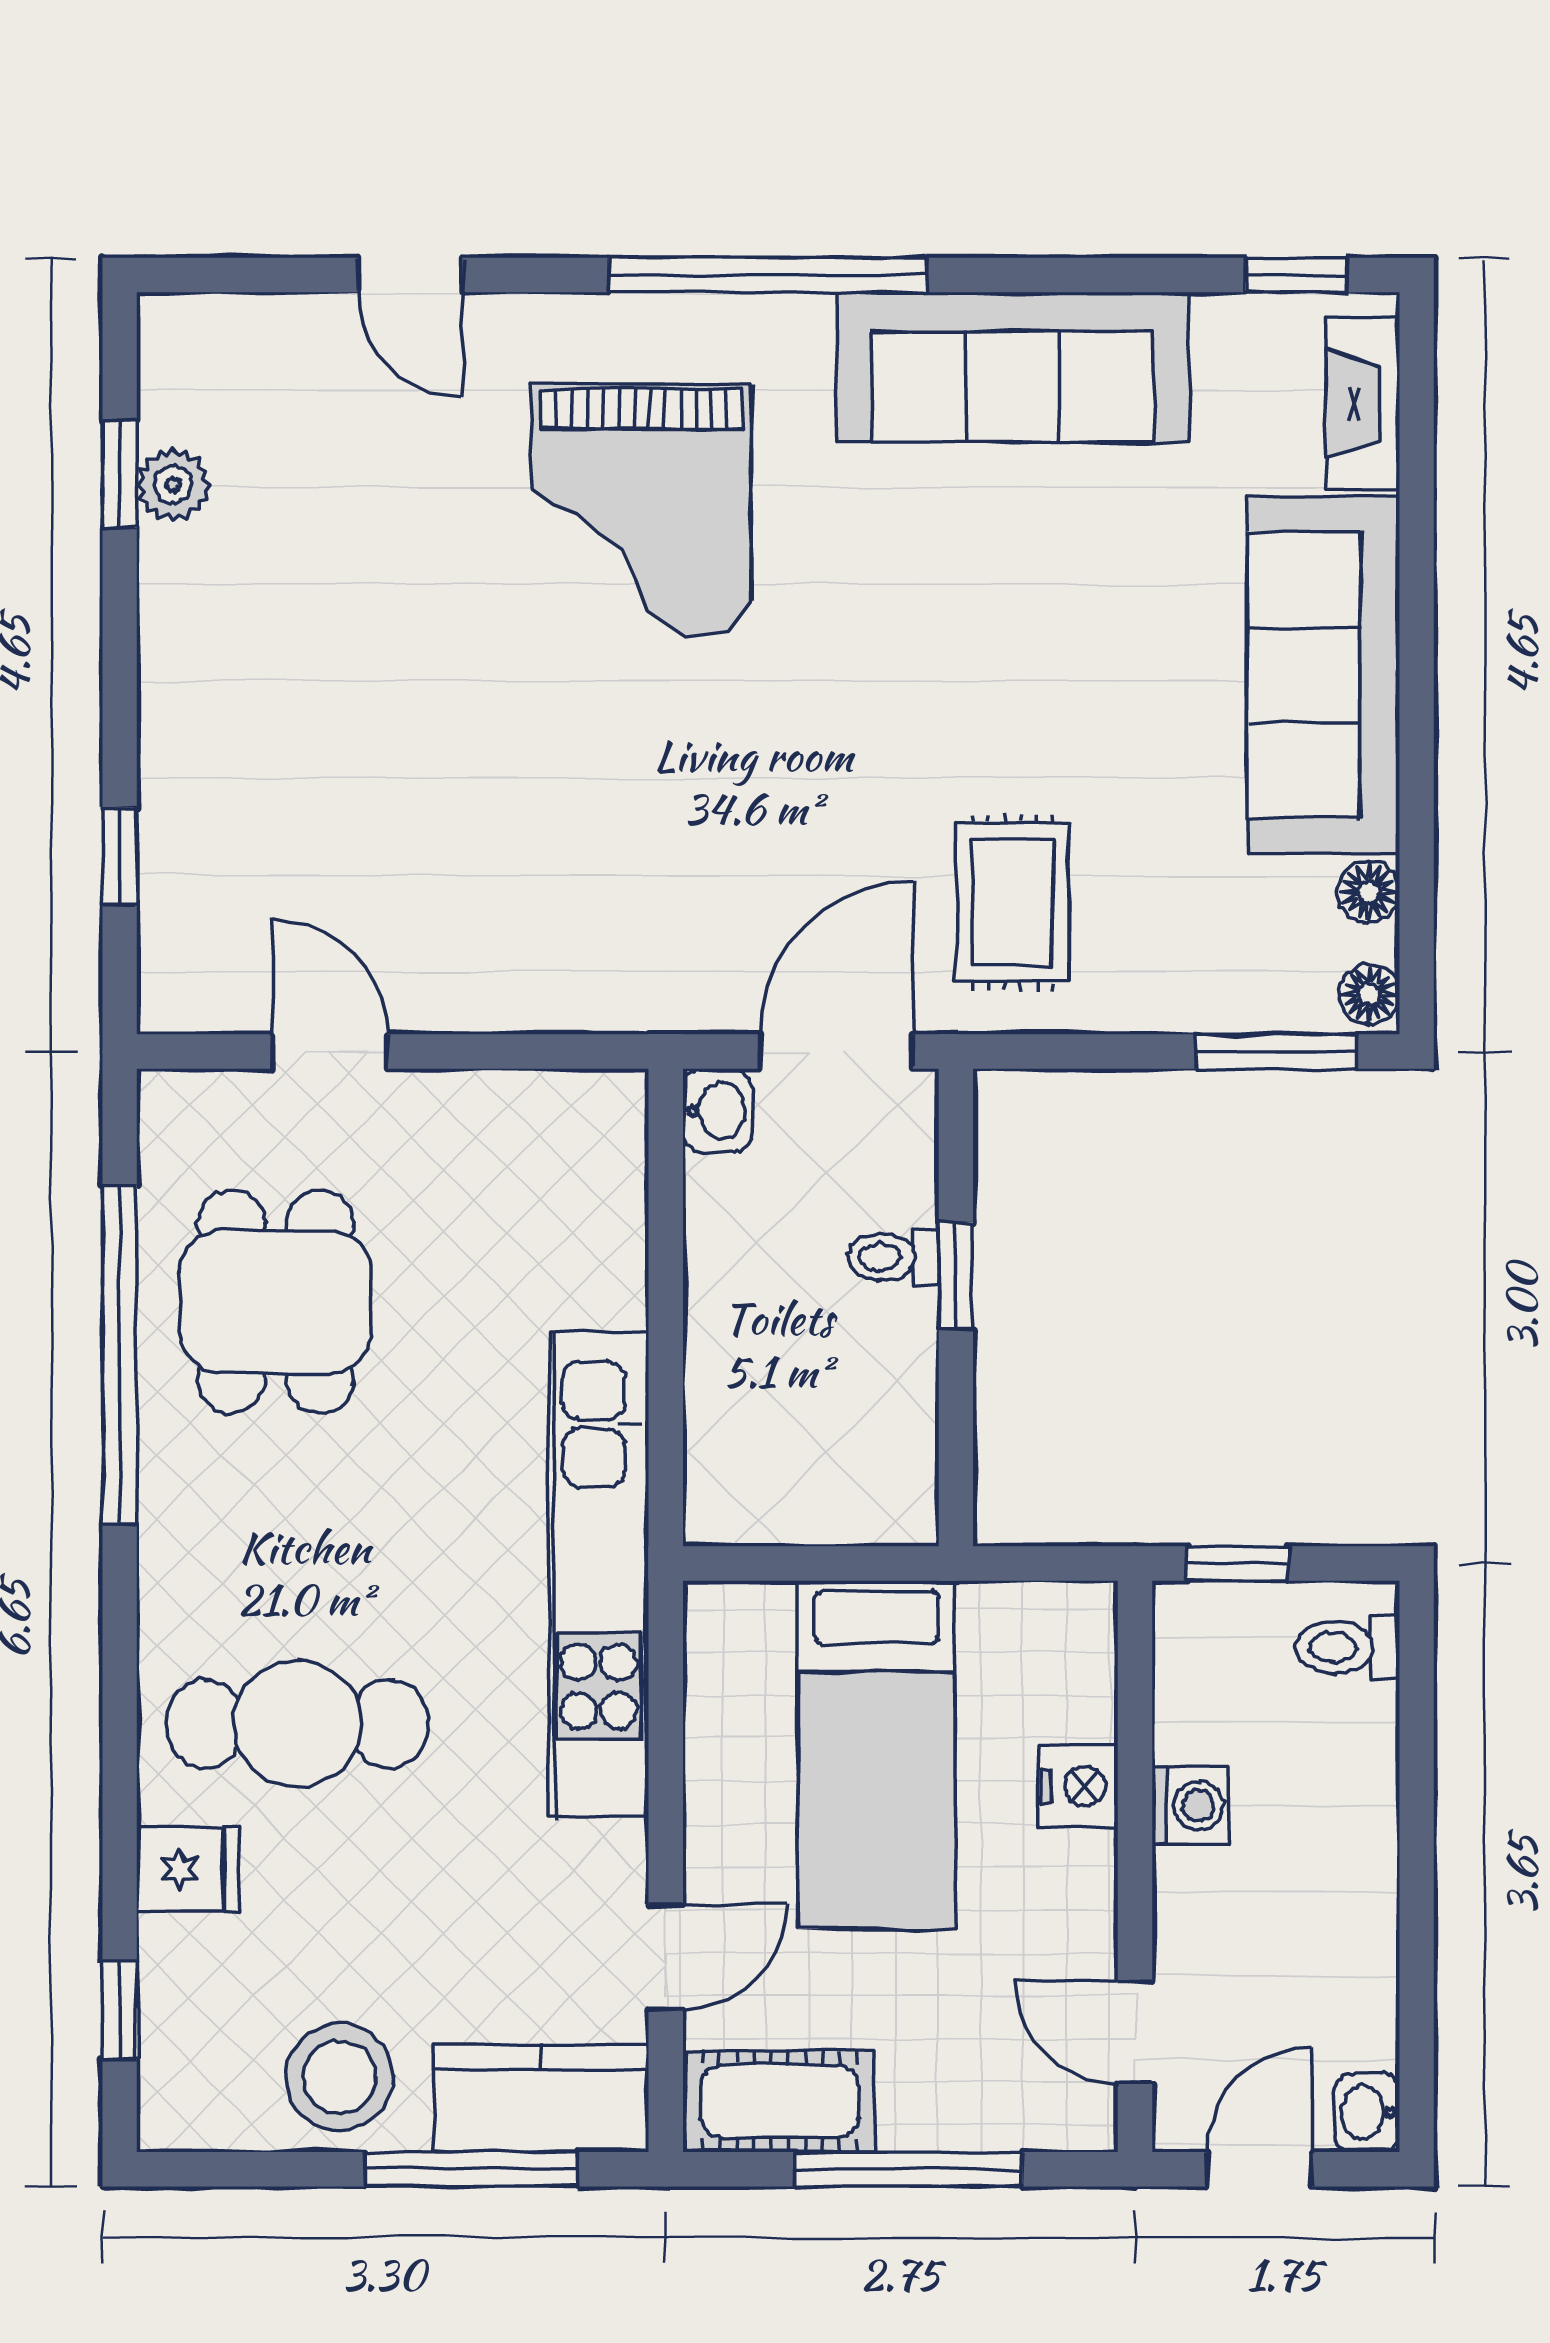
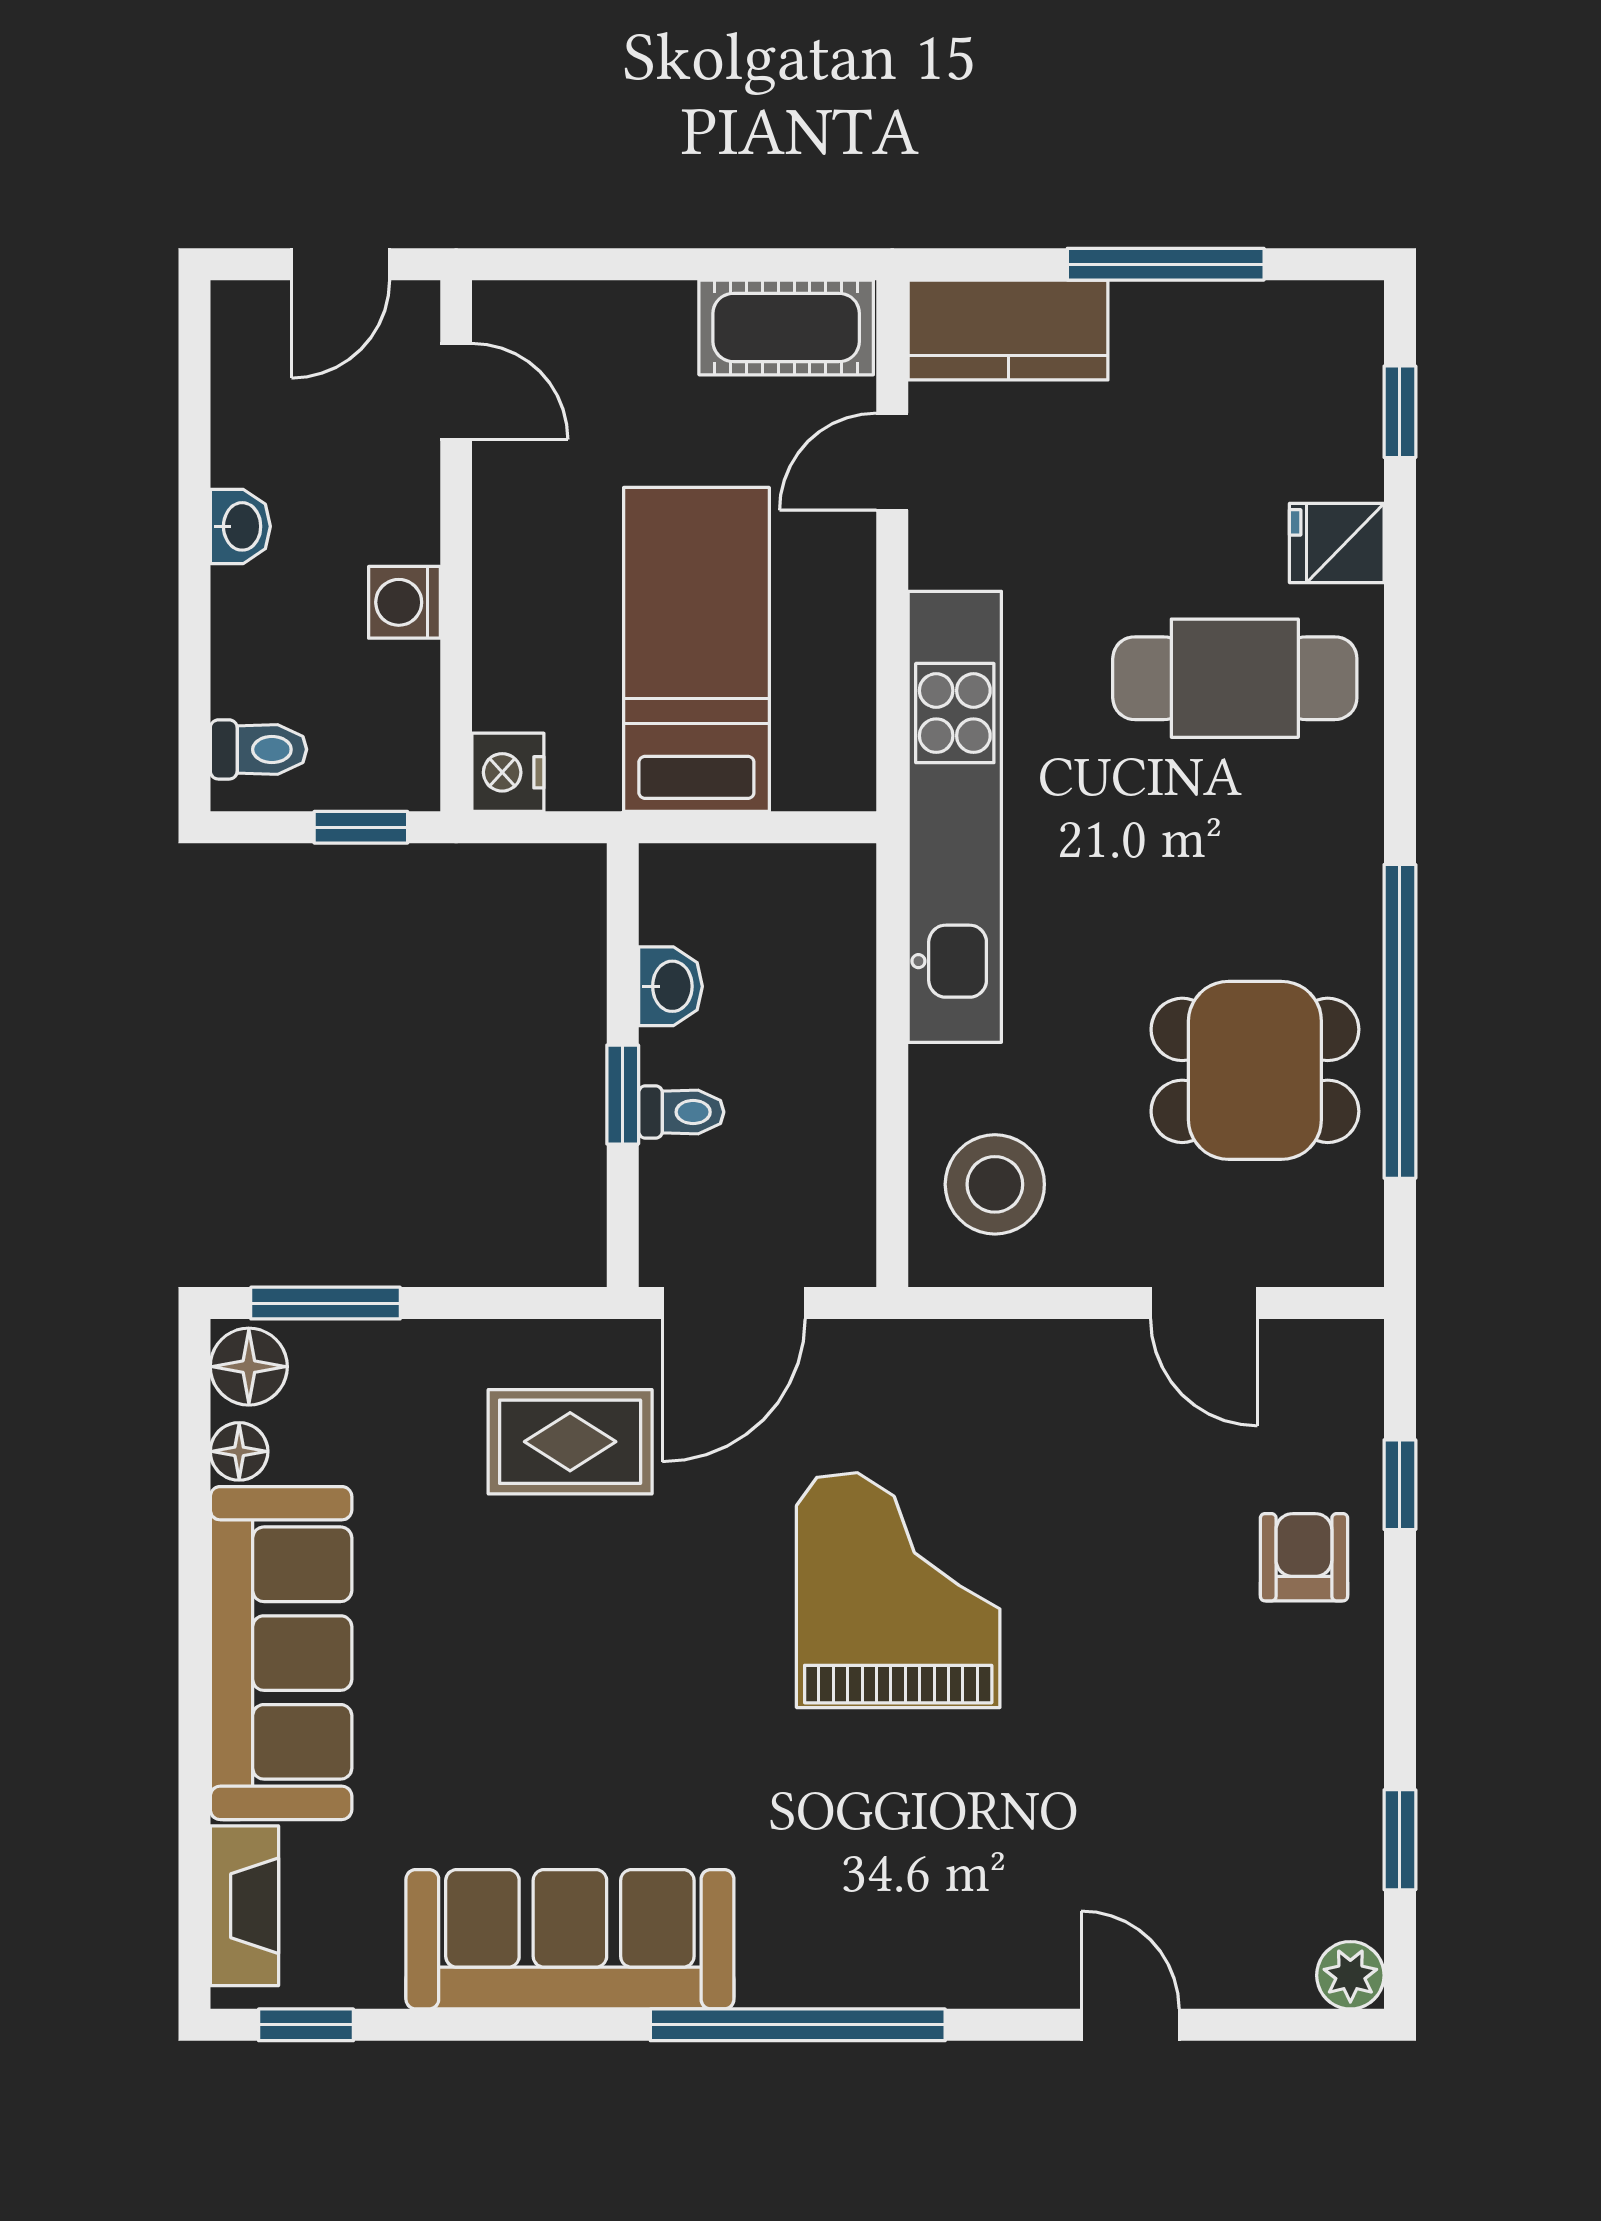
plant: (173, 484) -> (1350, 1975), moved
grand piano: (642, 510) -> (898, 1590), moved
armchair: (223, 778) -> (1304, 1557), added
rug: (1012, 902) -> (570, 1442), turned 90
floor lamp: (1369, 994) -> (249, 1367), width x1.37, depth x1.37
washbasin: (717, 1111) -> (670, 986), moved, turned 180
dining table: (276, 1302) -> (1255, 1070), turned 90
nightstand: (1079, 1786) -> (508, 772), moved
stool: (340, 2077) -> (995, 1184), moved
washbasin: (1367, 2112) -> (240, 526), moved
window: (471, 2169) -> (1166, 264), moved
window: (909, 2169) -> (667, 264), removed

